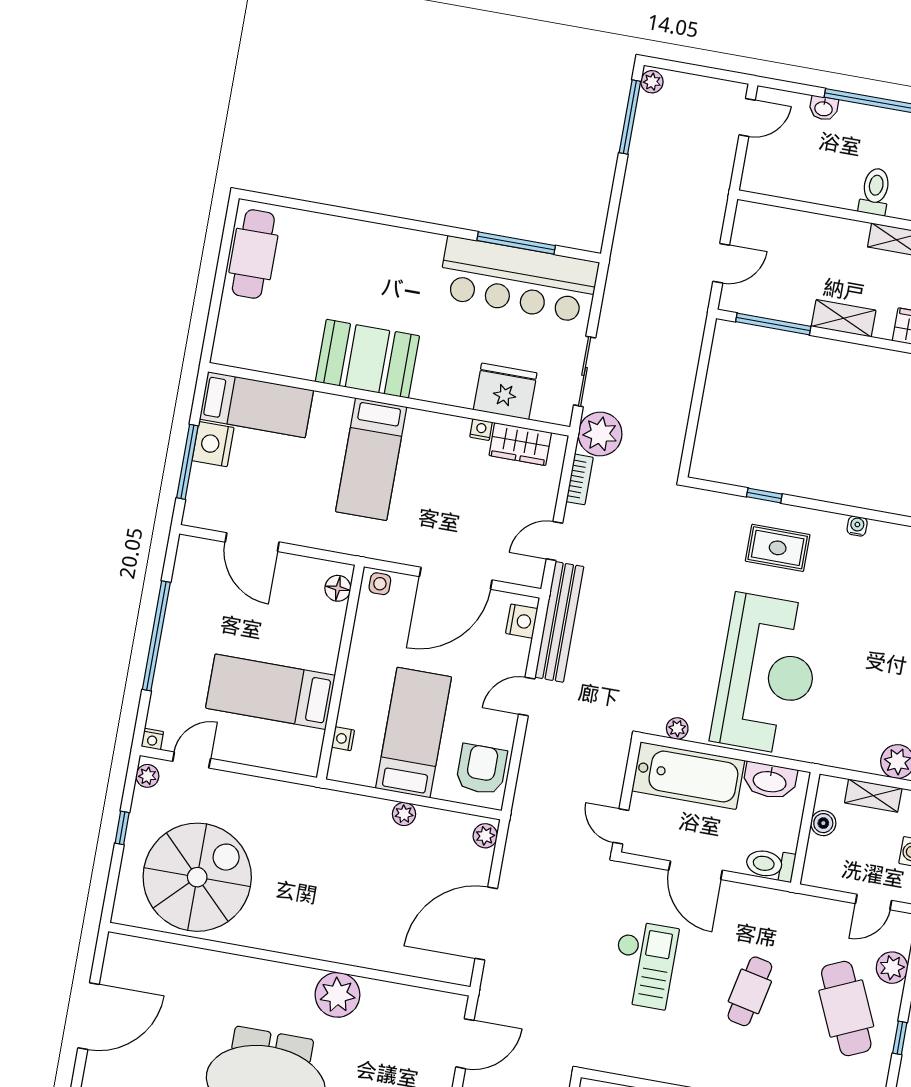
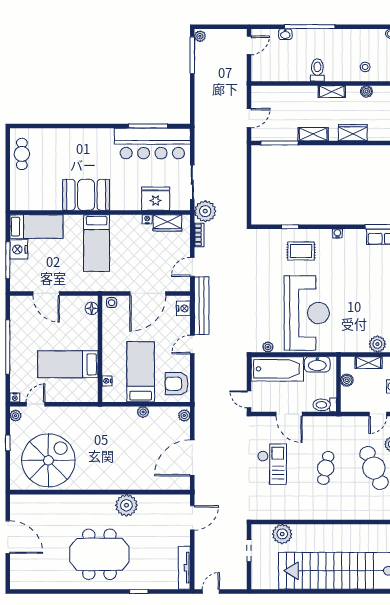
cafe table: (253, 254) -> (22, 154), width x0.73, depth x0.74
armchair: (481, 769) -> (177, 384), turned -90
door: (89, 1016) -> (8, 537), hinge flipped

